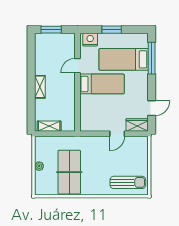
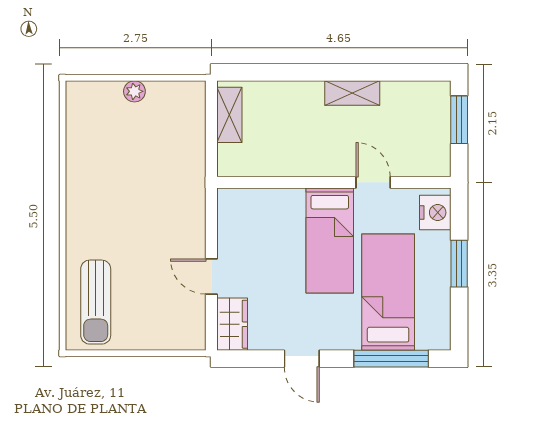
shelving: (40, 87) -> (352, 93), moved
door: (152, 108) -> (302, 359), moved
table tennis table: (69, 172) -> (120, 163), removed

